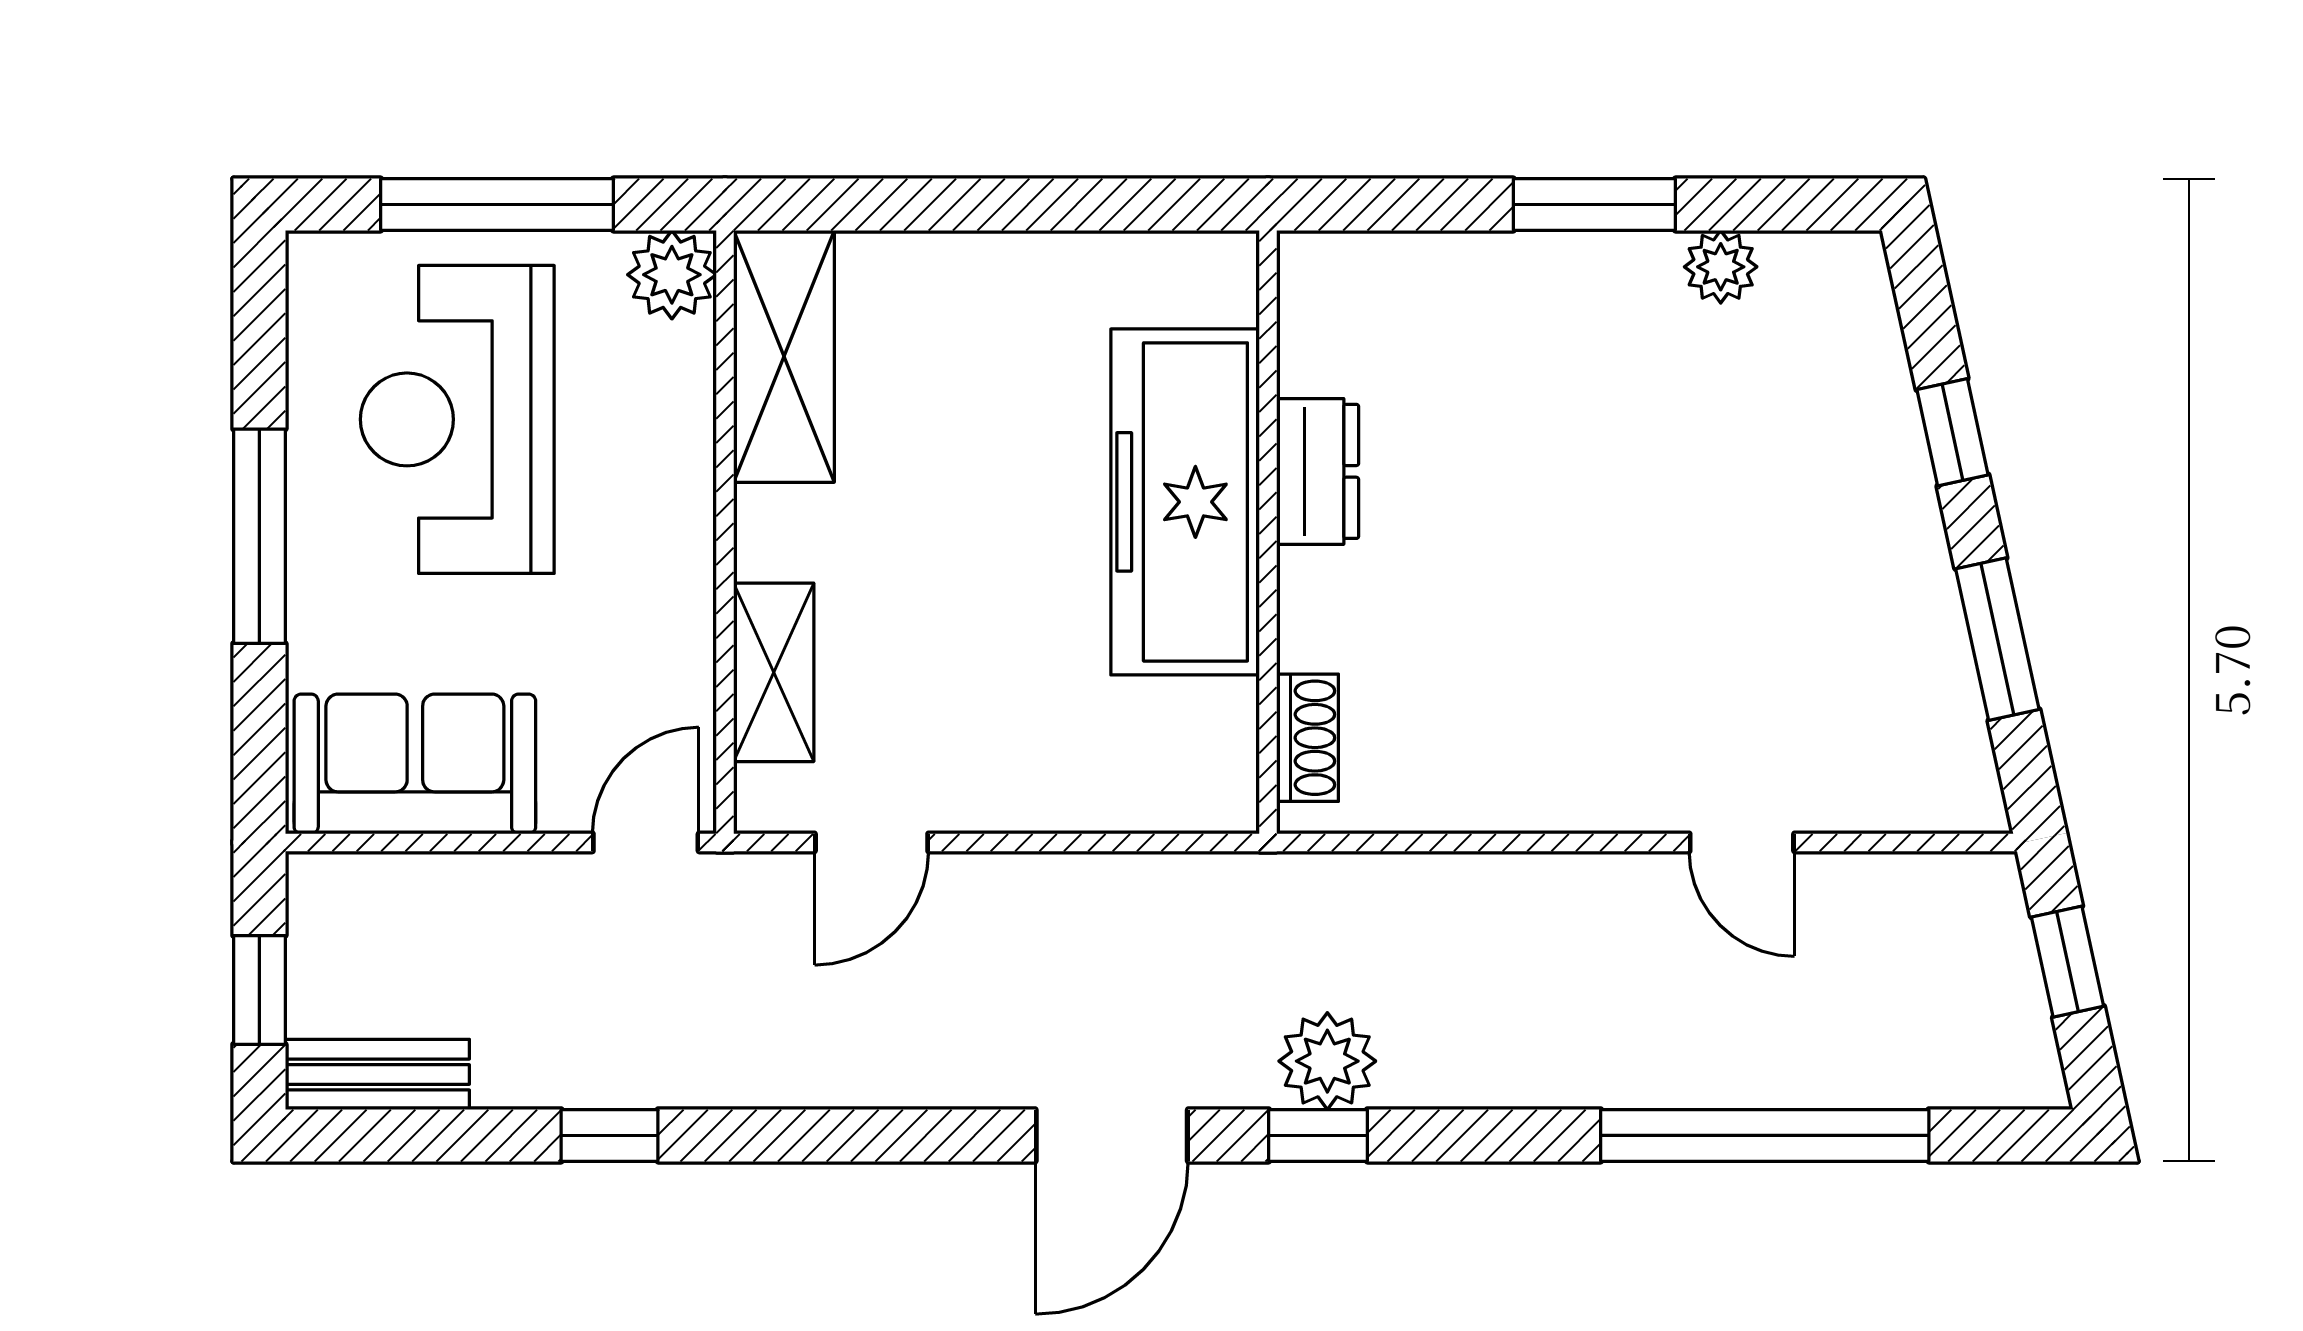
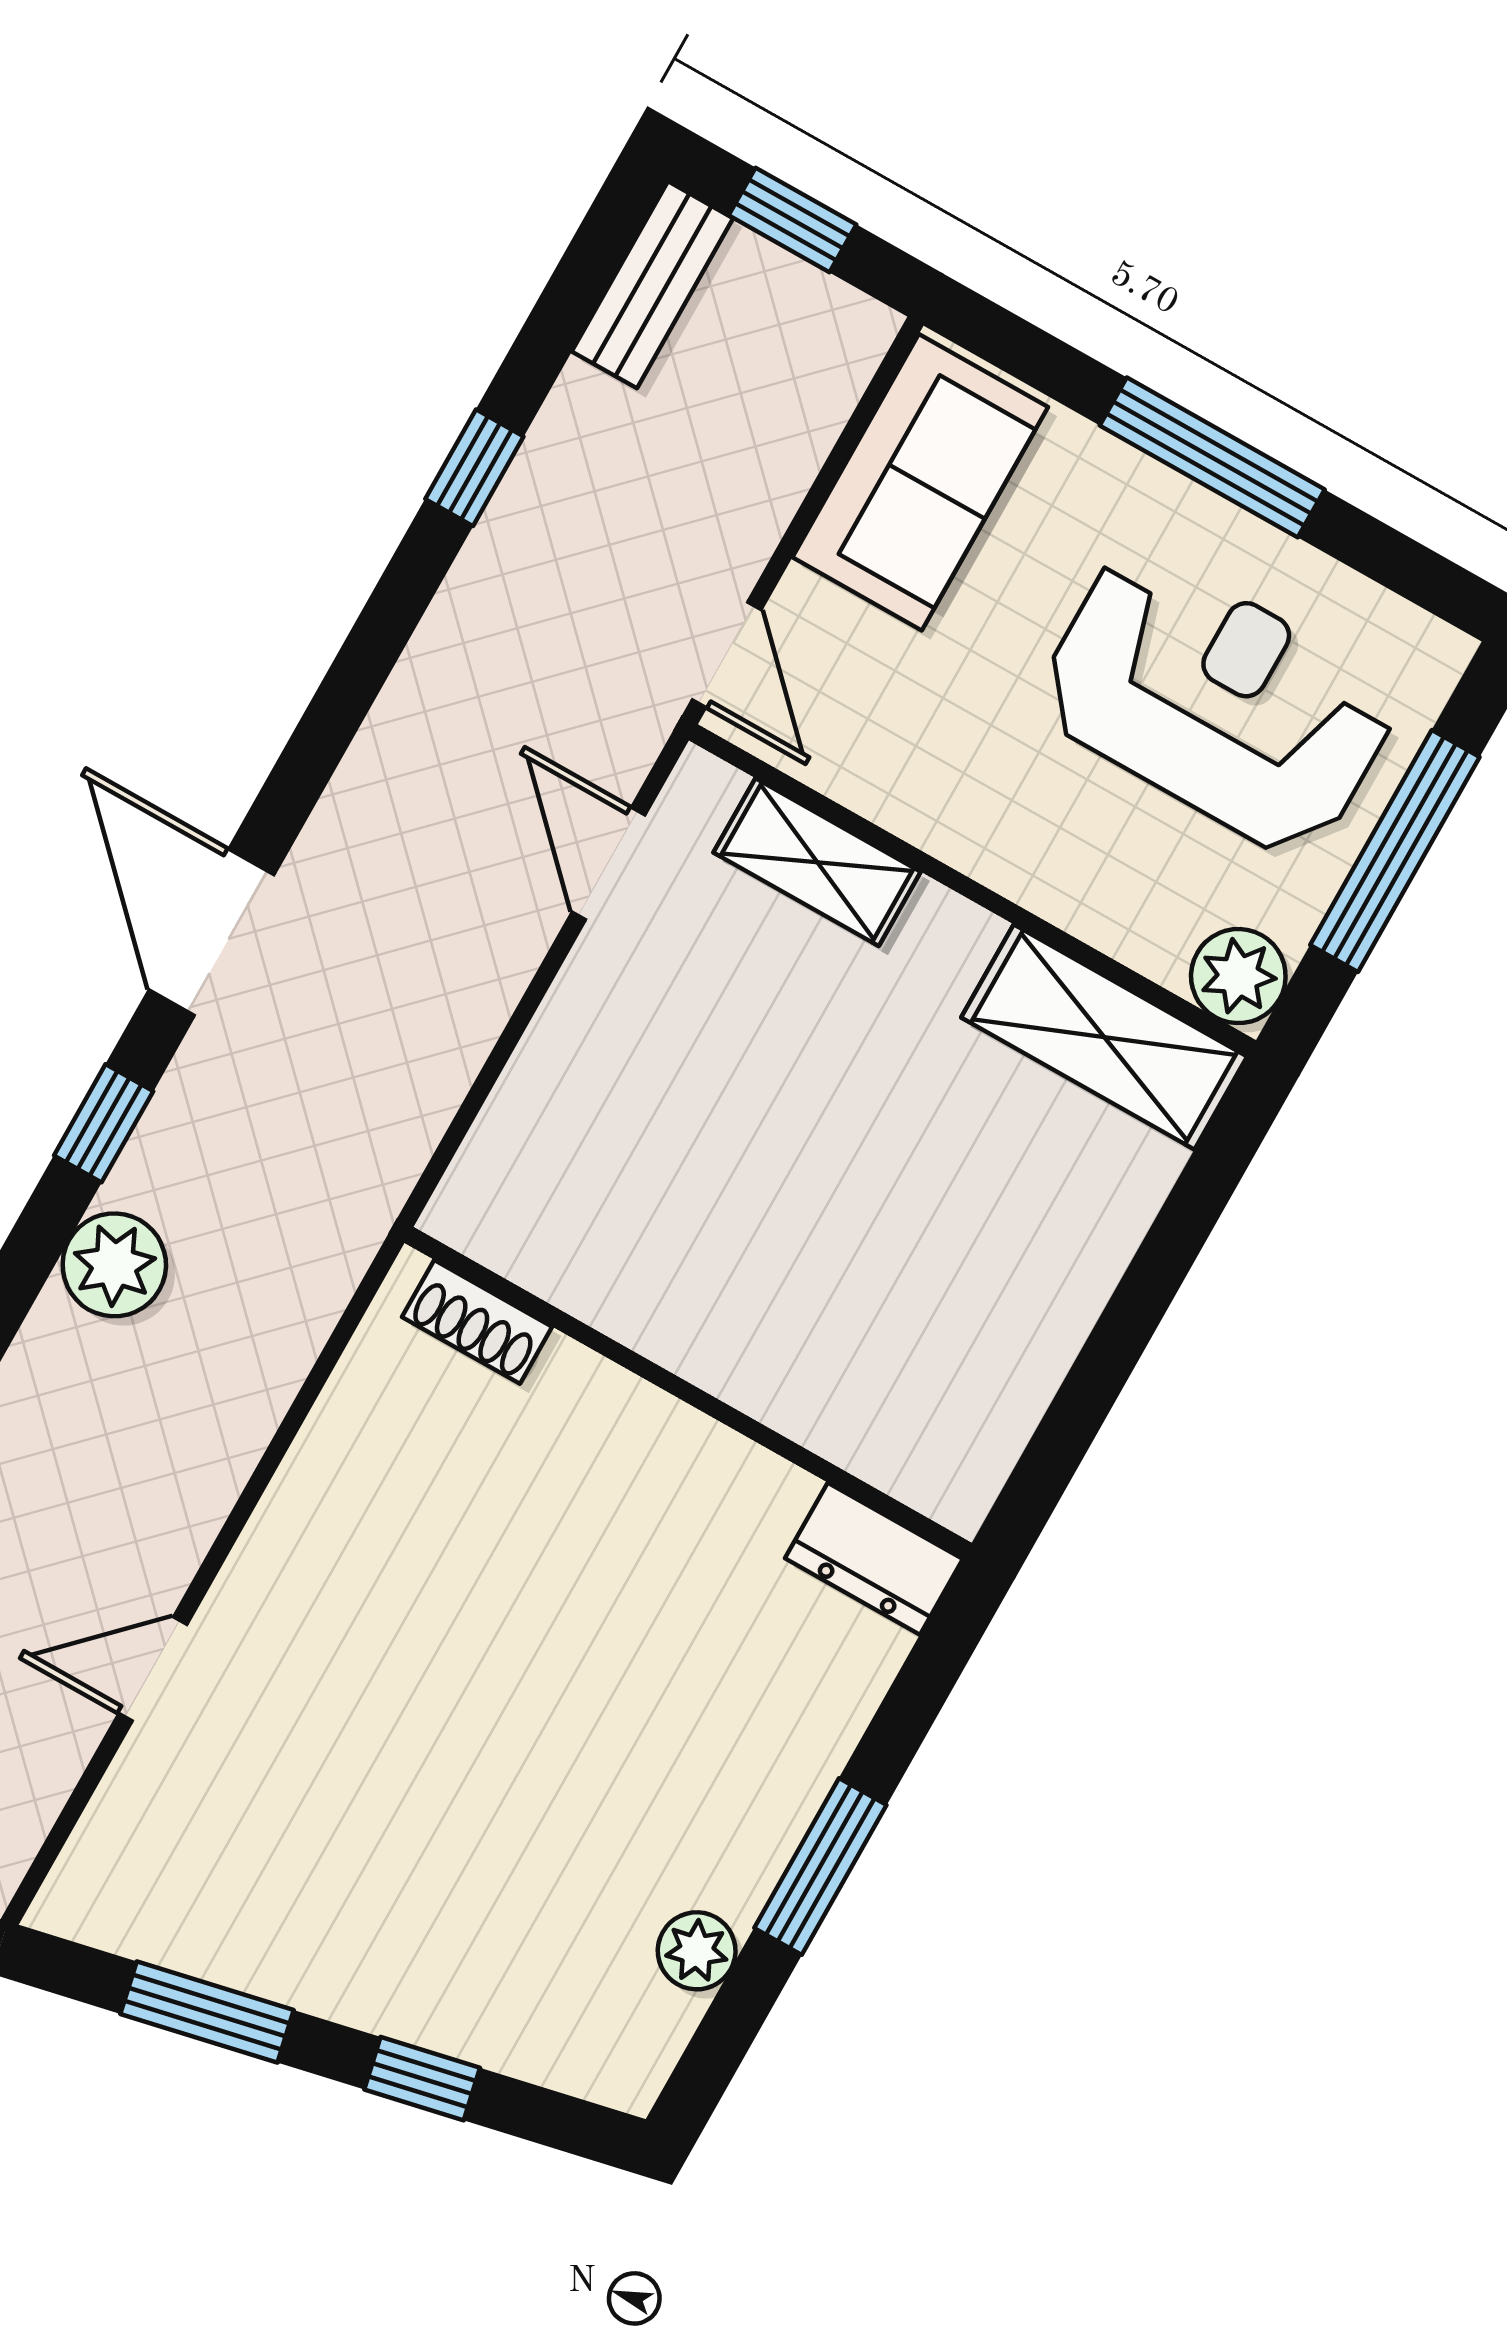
dresser: (1318, 471) -> (874, 1559), moved
freezer: (1185, 502) -> (759, 1332), removed
plant: (1327, 1061) -> (114, 1265), moved

